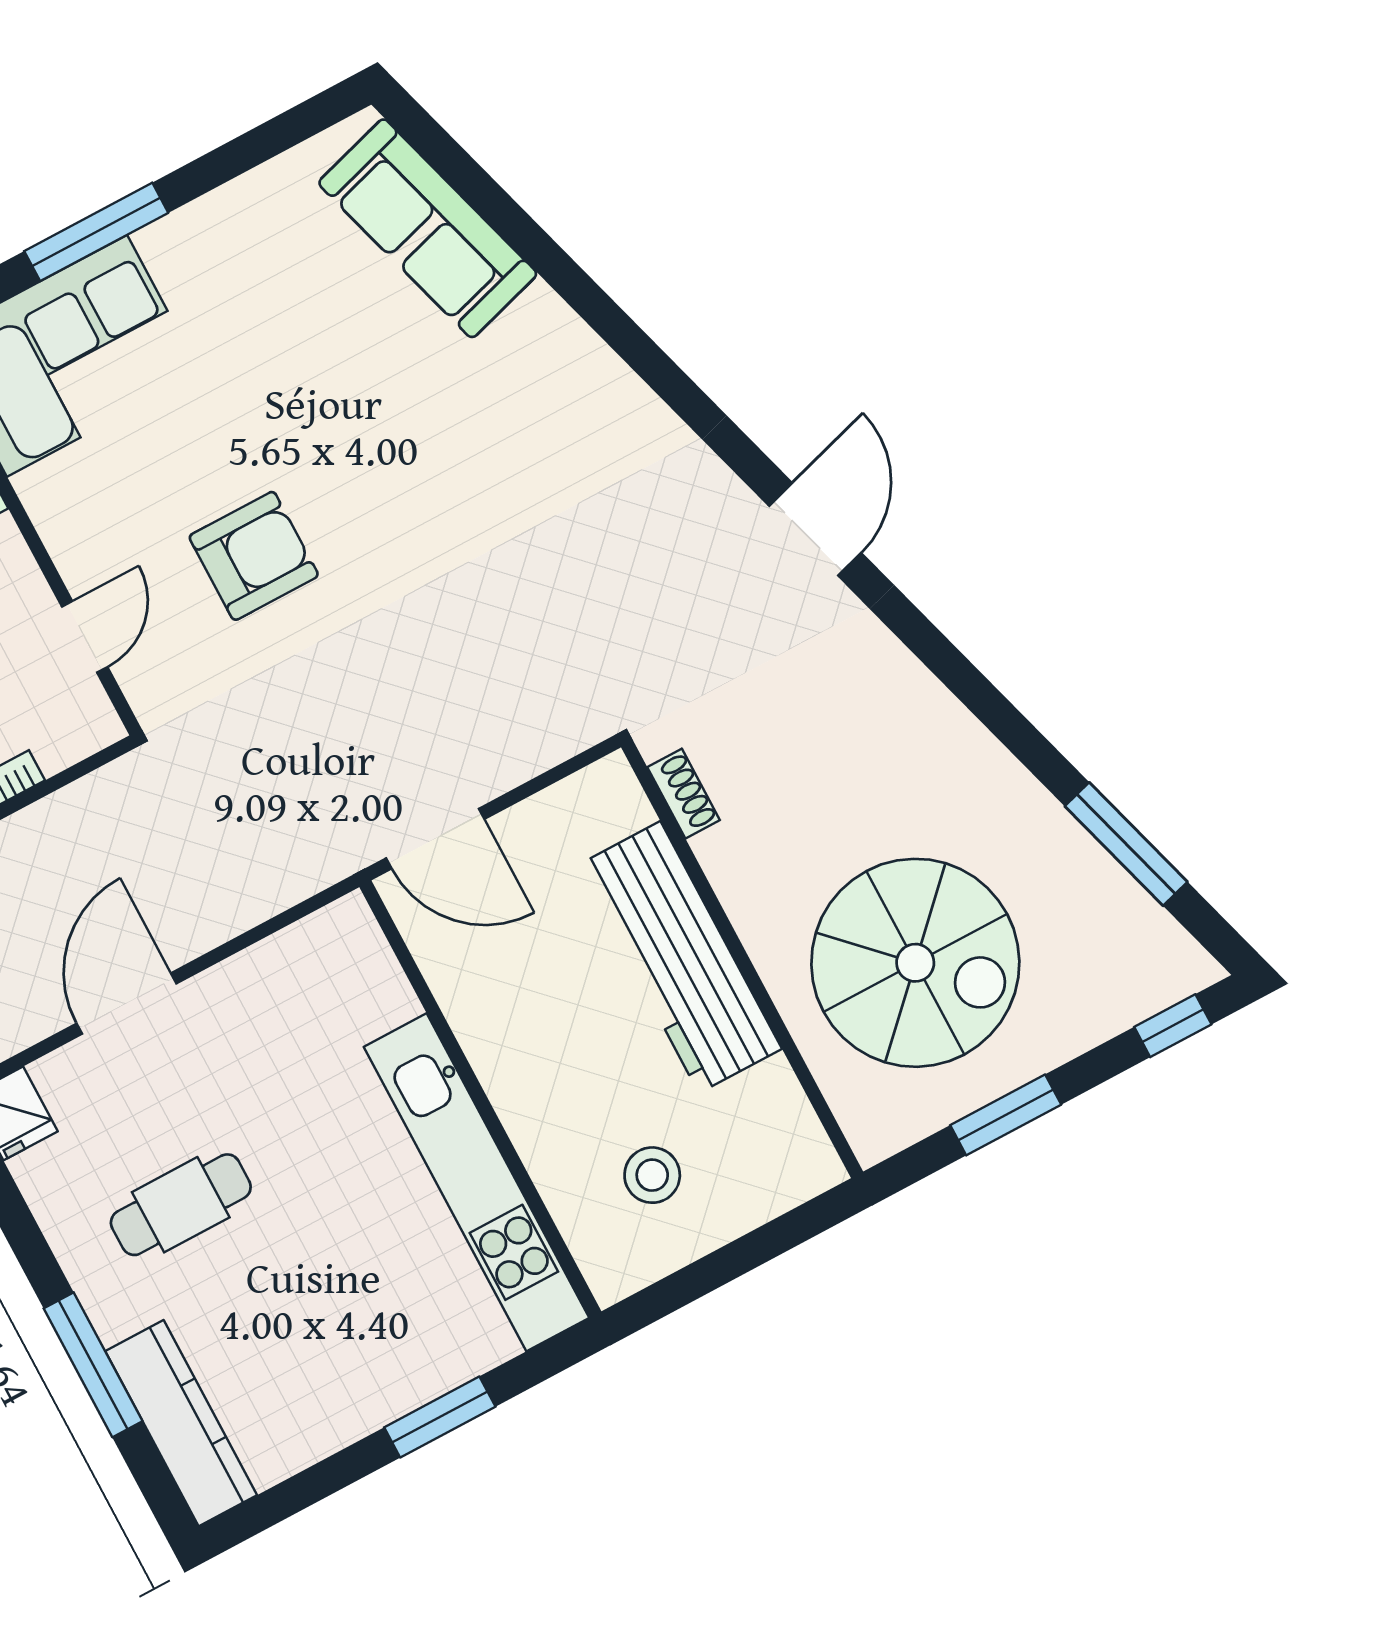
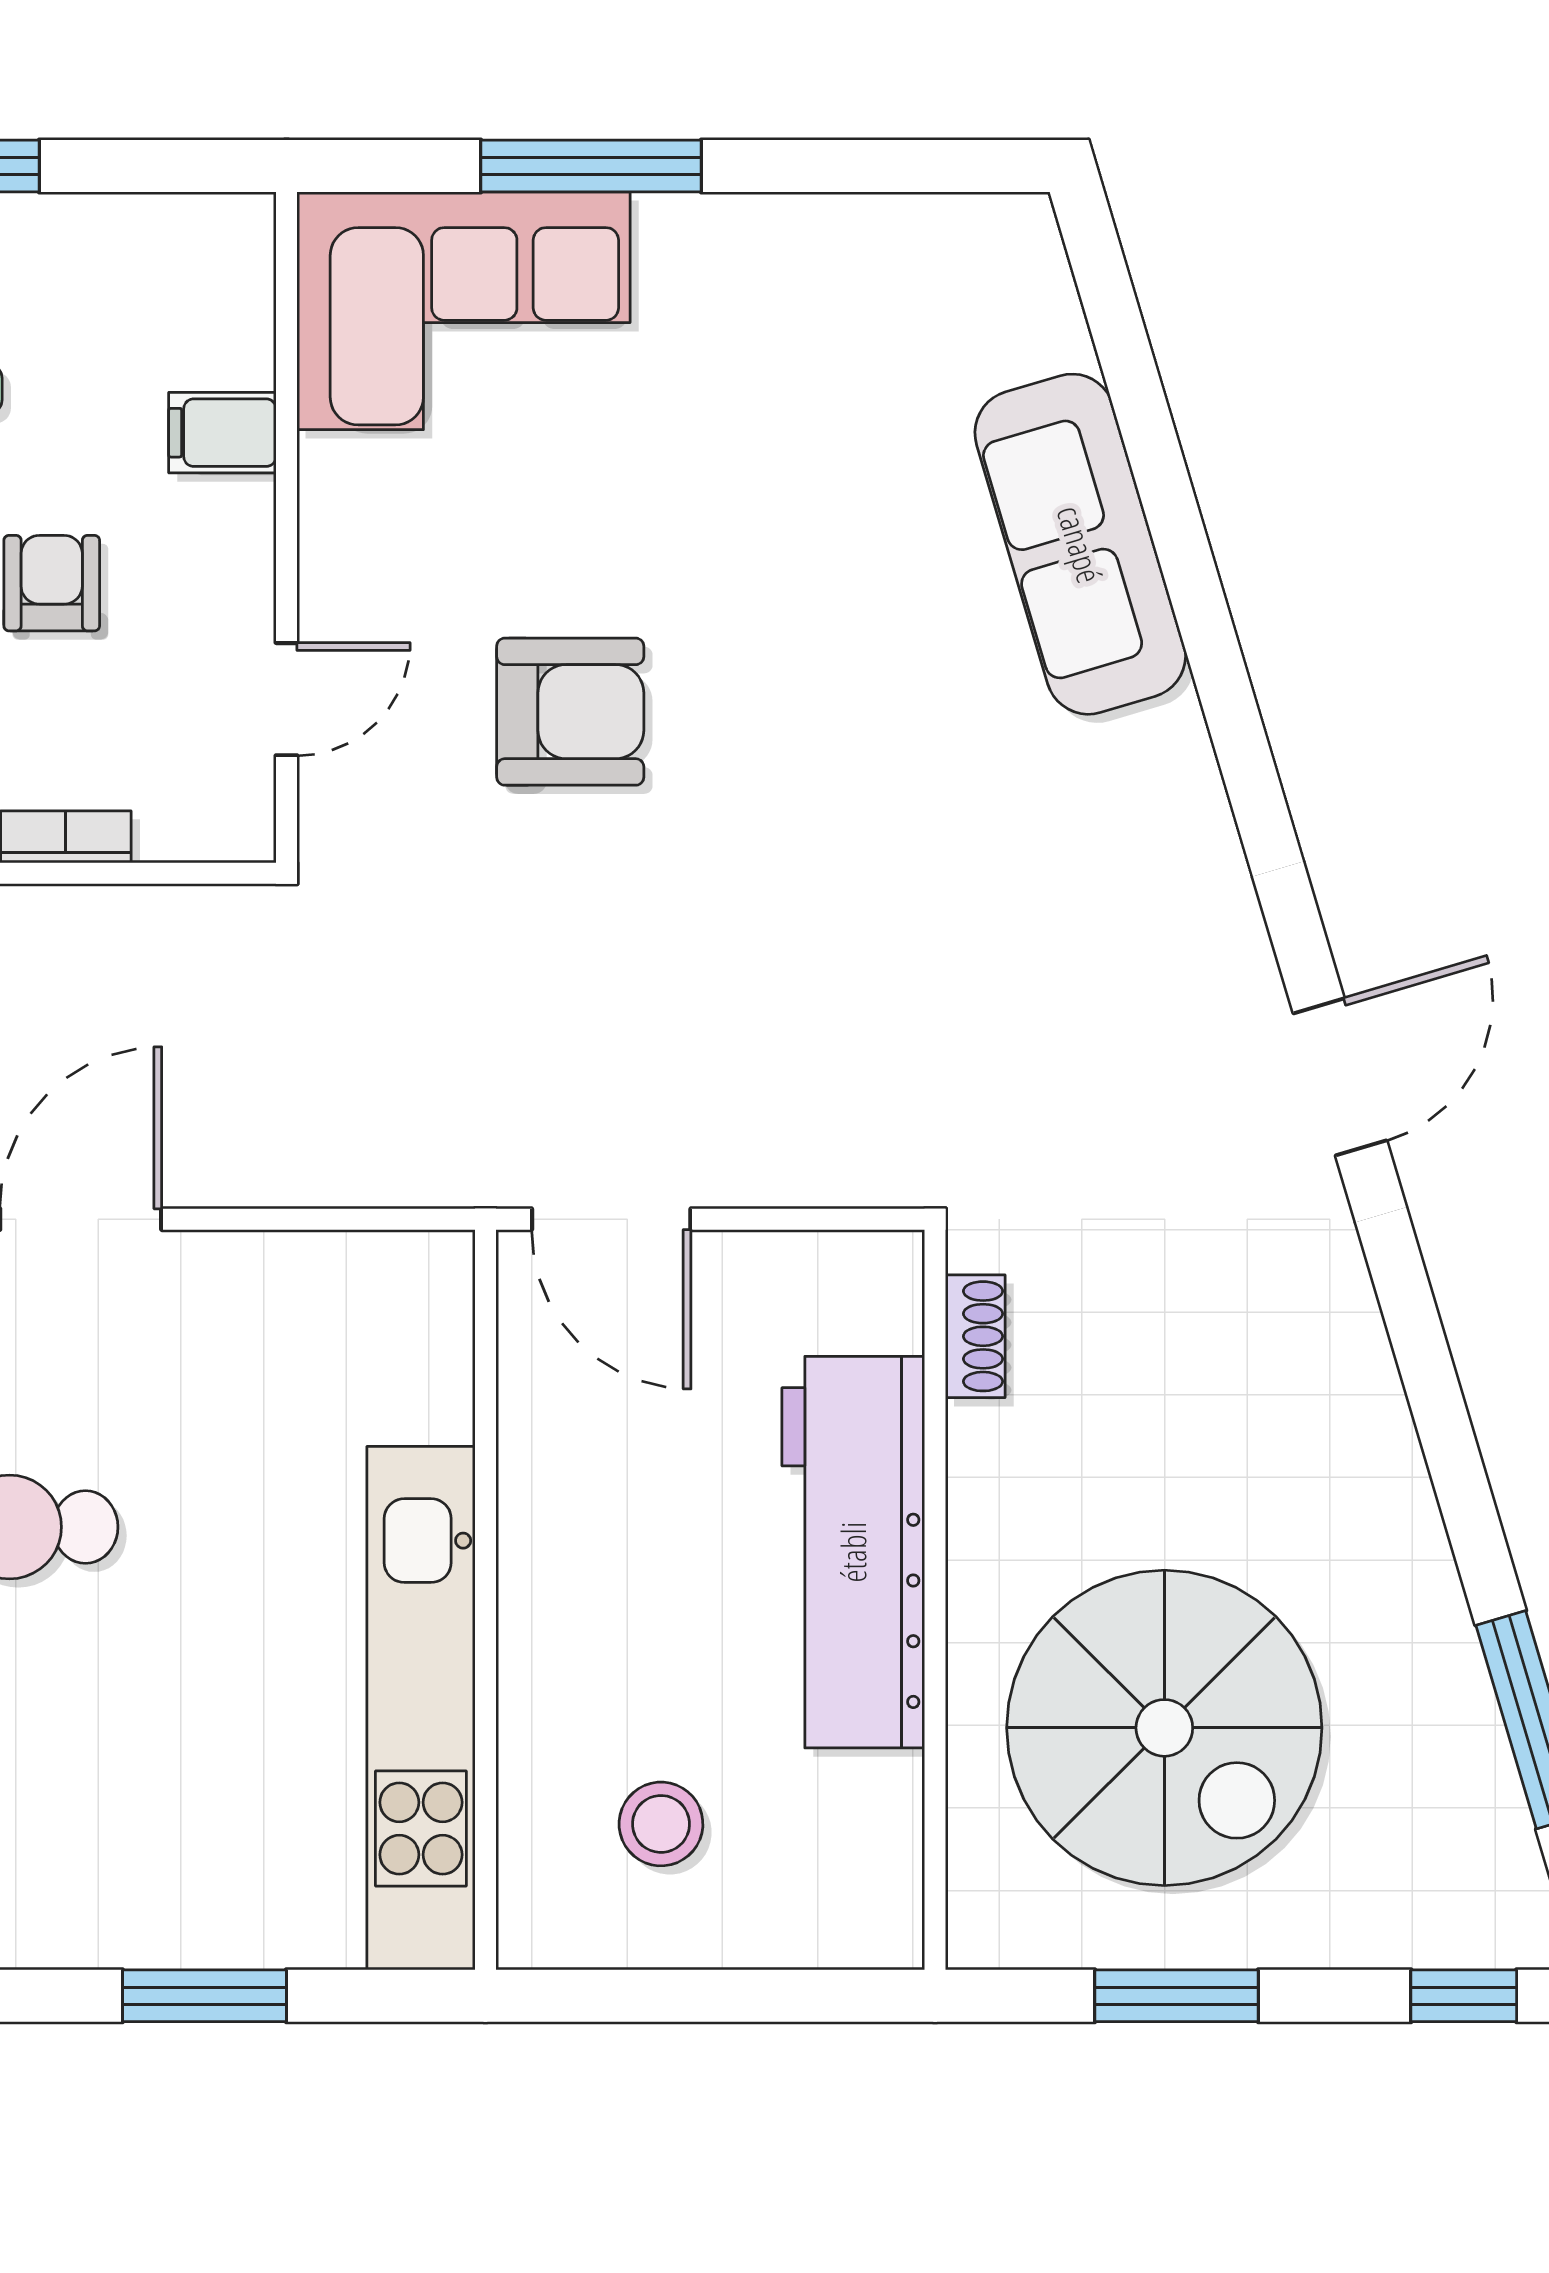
sofa: (428, 228) -> (1080, 544), moved

